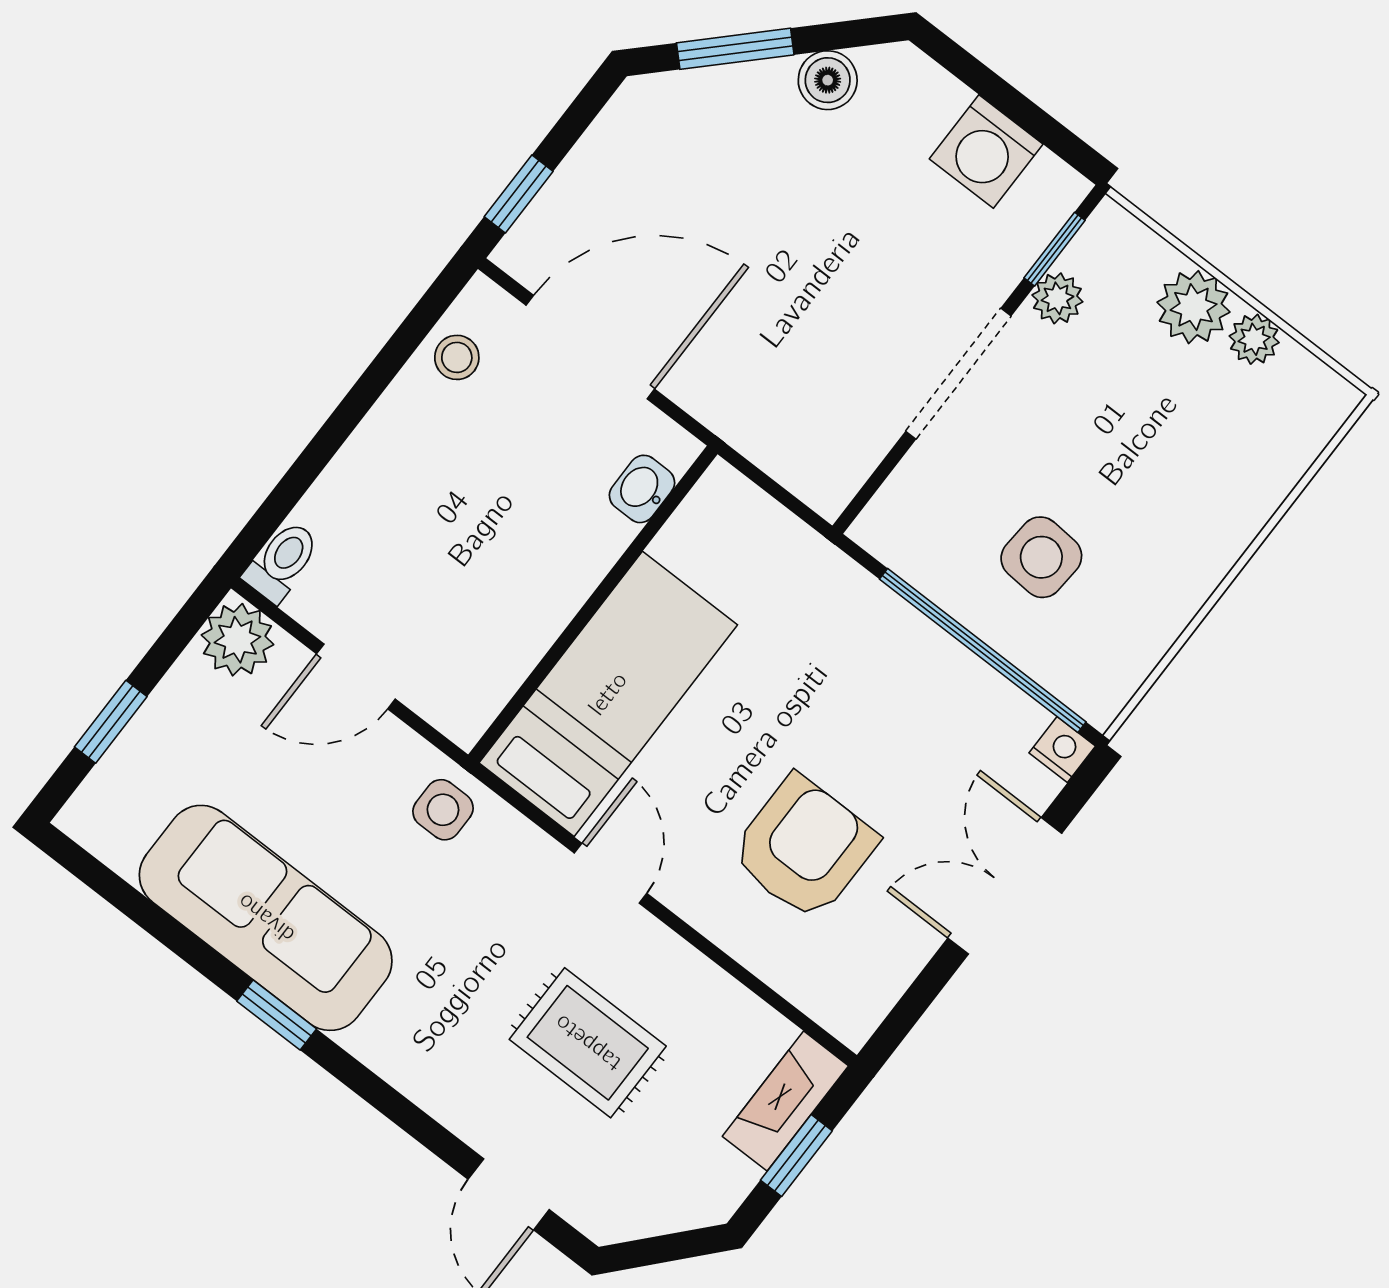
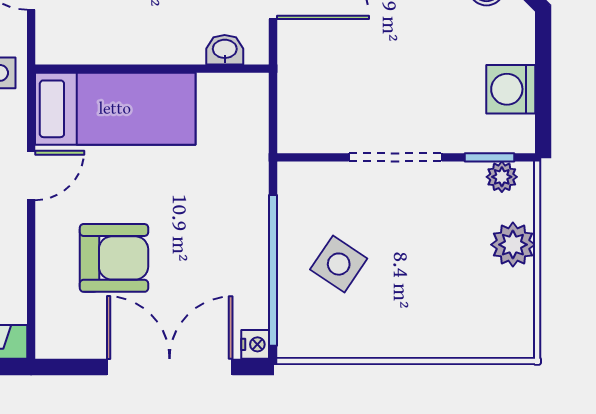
plant: (1057, 298) -> (502, 177), moved
plant: (1254, 339) -> (520, 285), removed
side table: (1041, 557) -> (339, 264), turned 30
double door: (1005, 886) -> (170, 367), width x1.37

